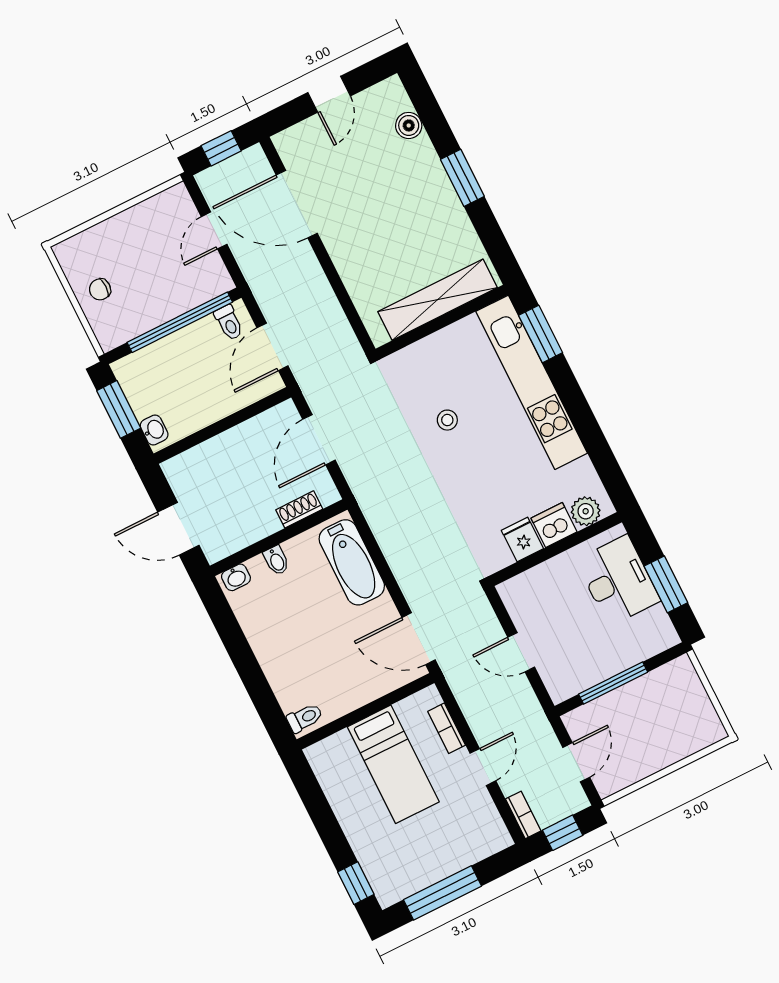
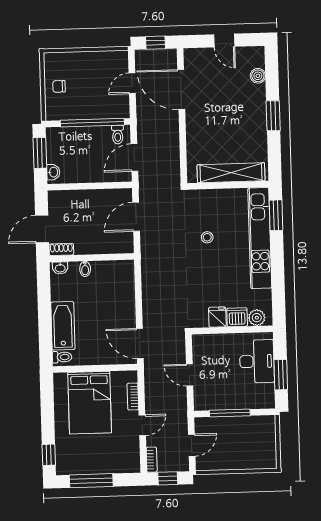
door: (329, 94) -> (224, 41), hinge flipped
shoe rack: (299, 509) -> (61, 249), moved
door: (178, 529) -> (42, 229), hinge flipped
bathtub: (352, 562) -> (63, 326), moved, turned 180
bed: (393, 764) -> (90, 403), width x1.50

